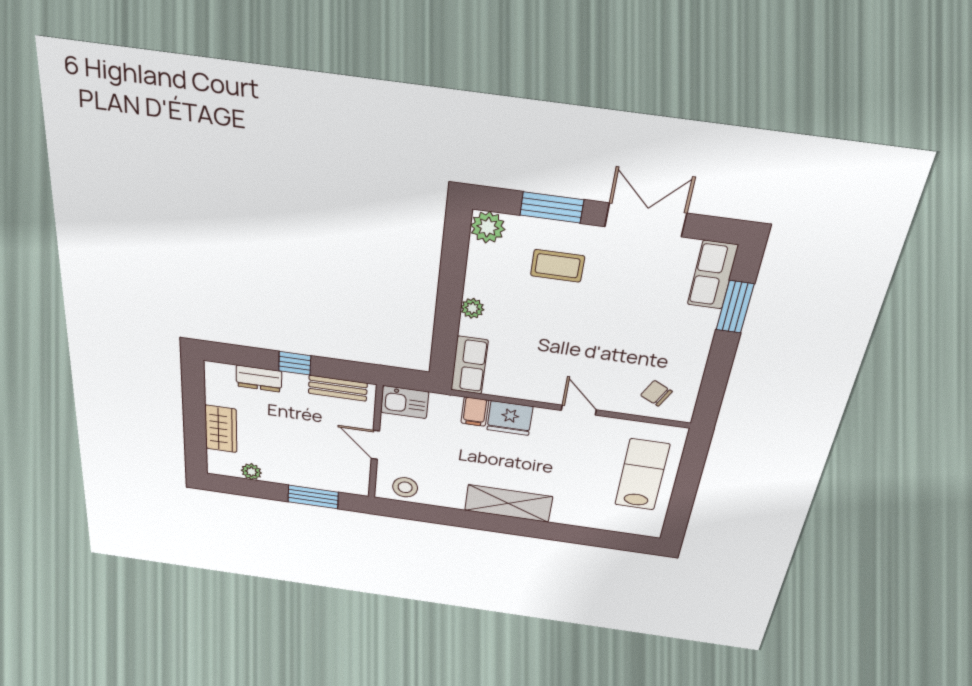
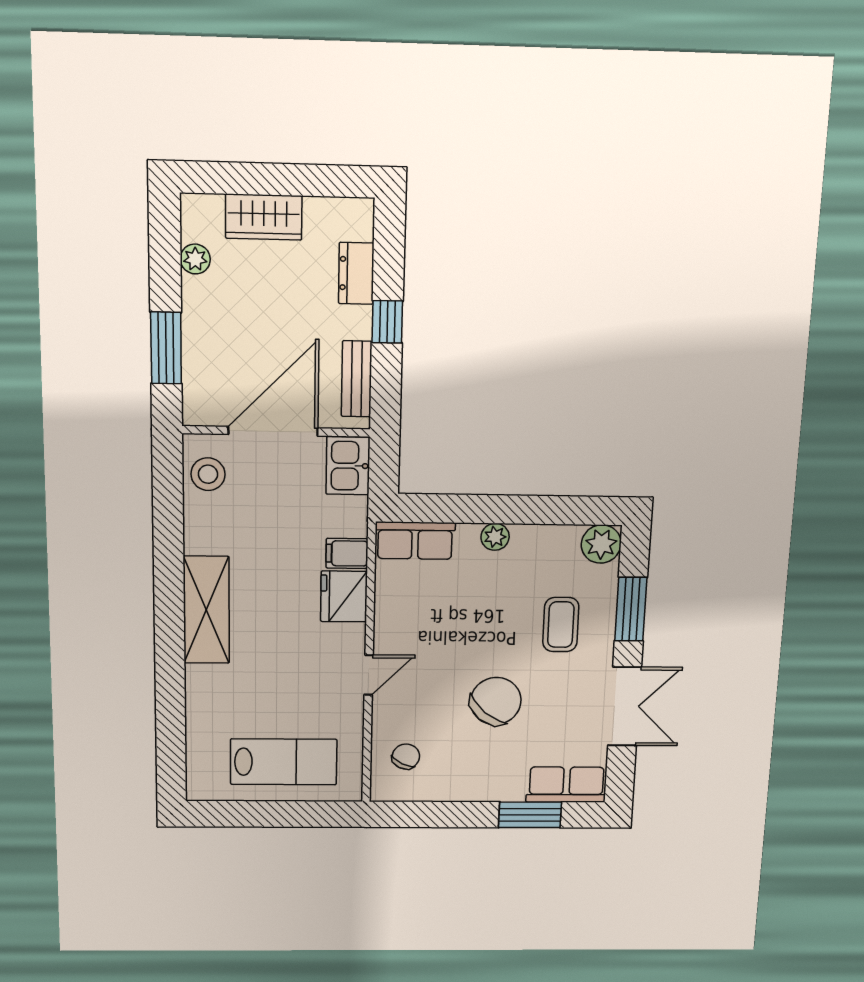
chair: (620, 323) -> (496, 701), added
door: (375, 445) -> (273, 431), width x1.88

